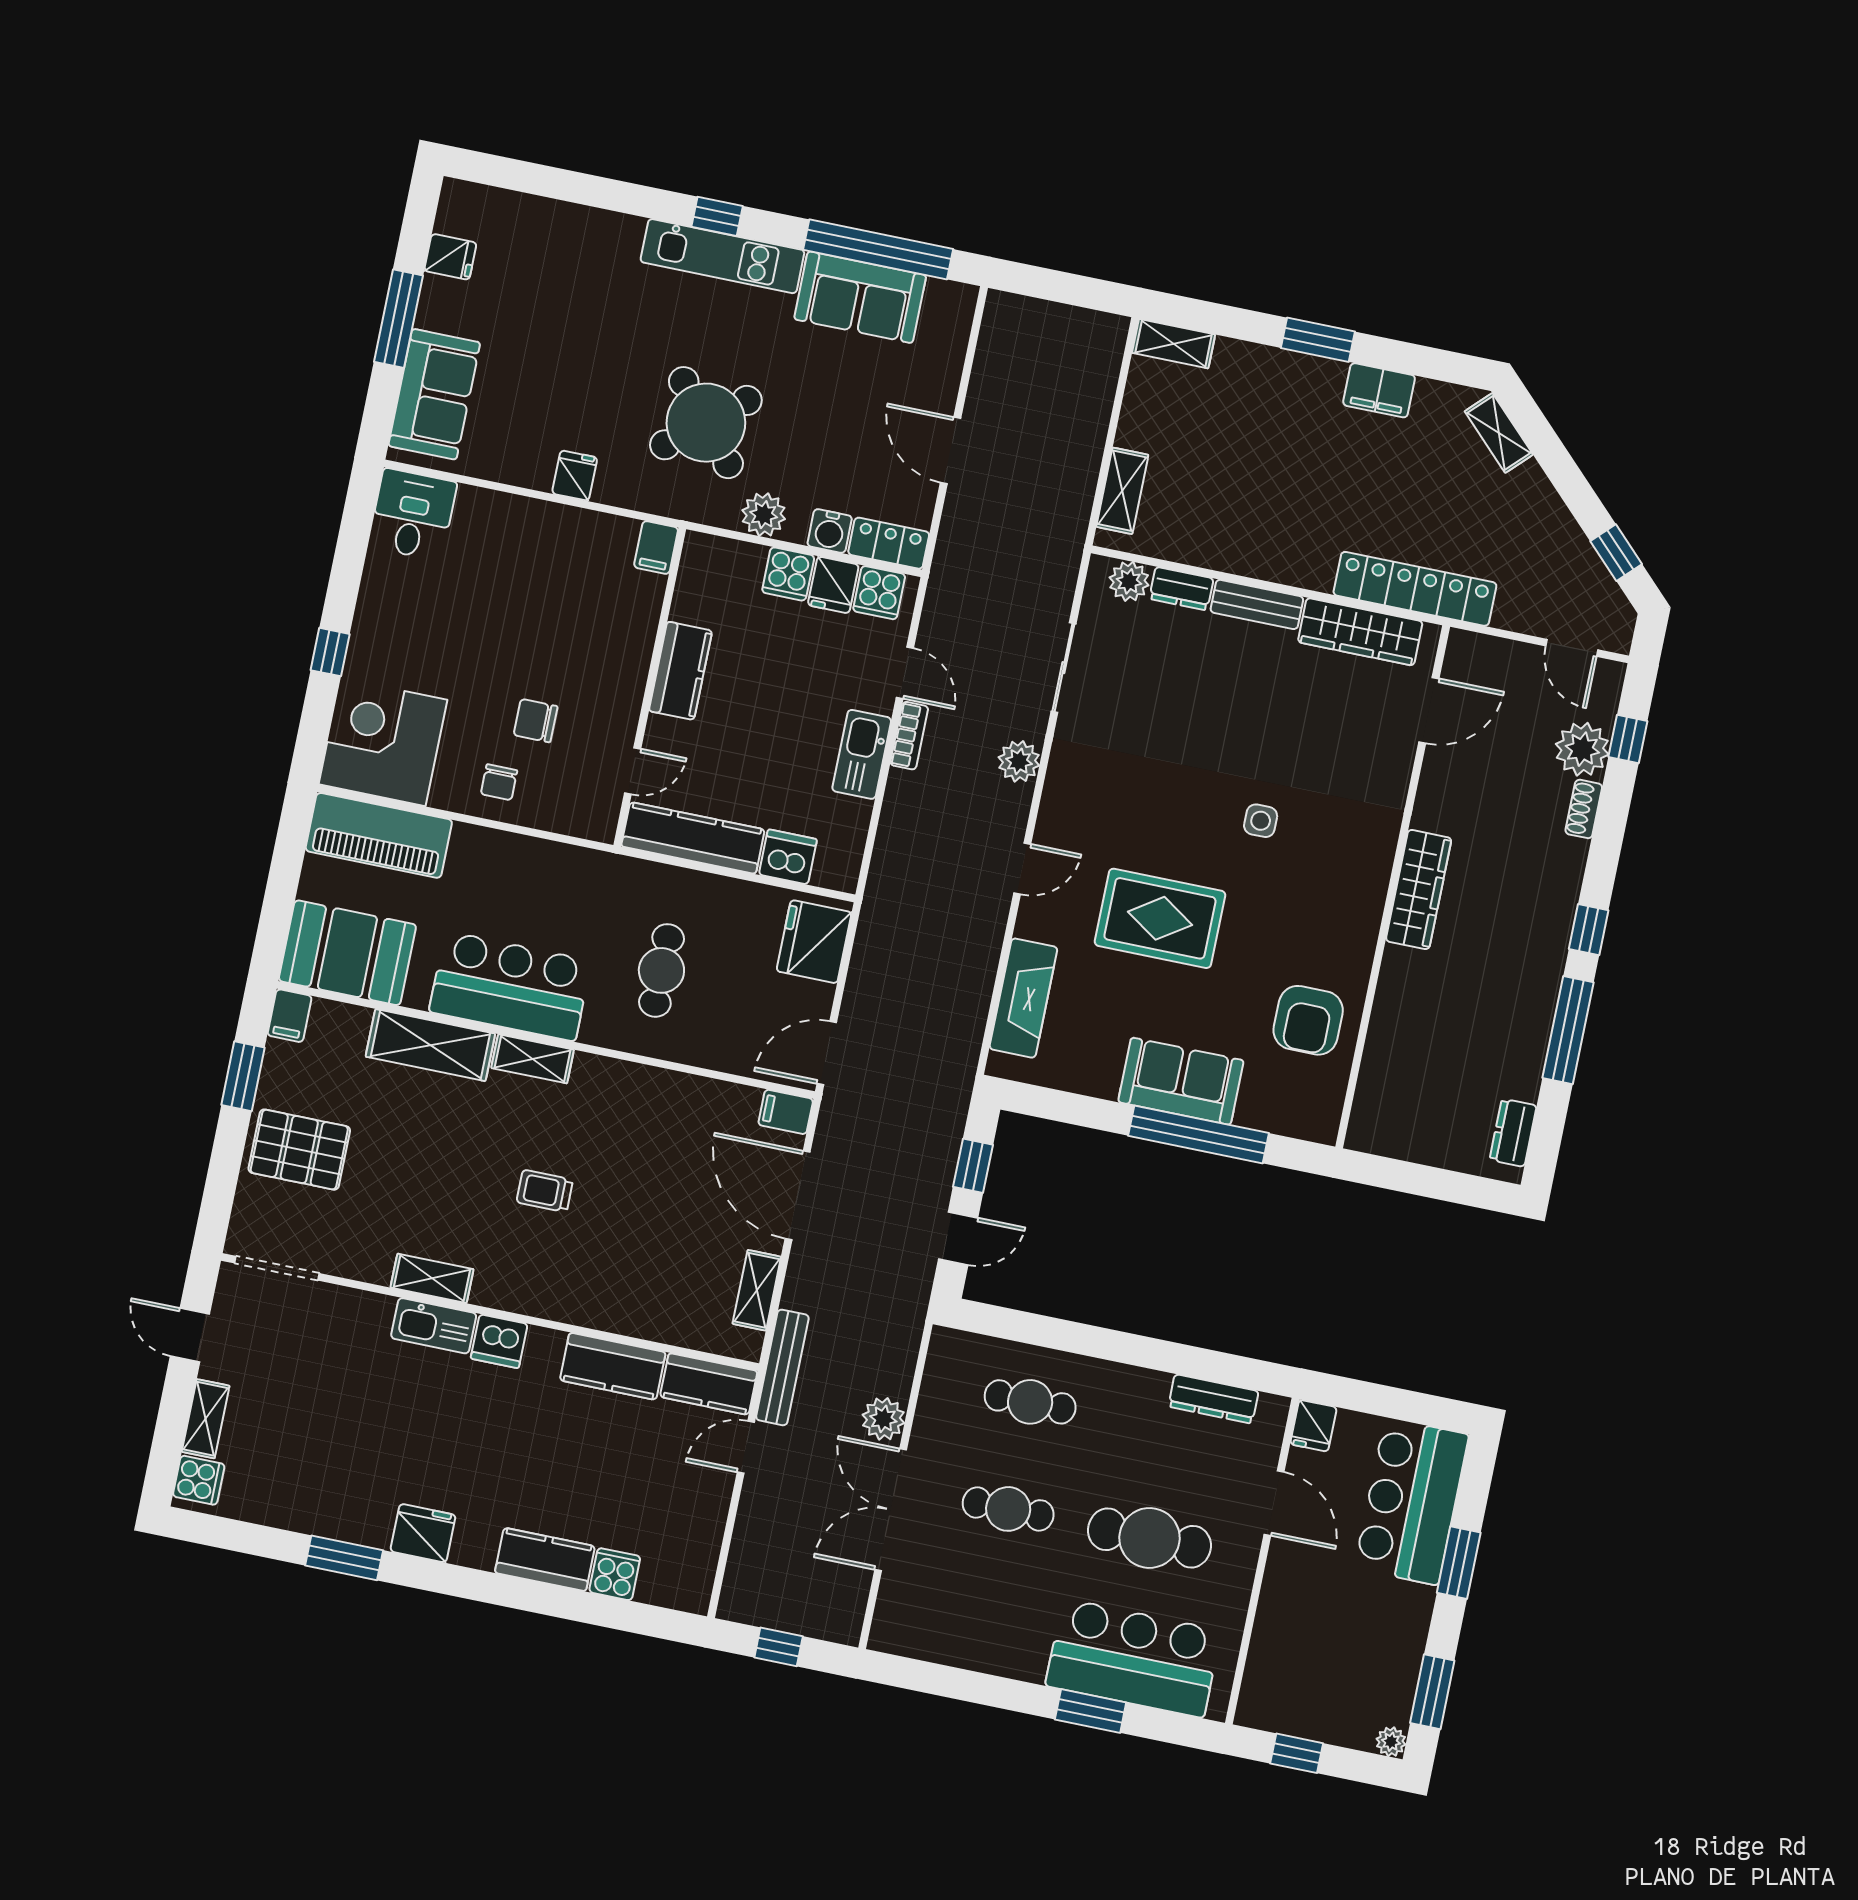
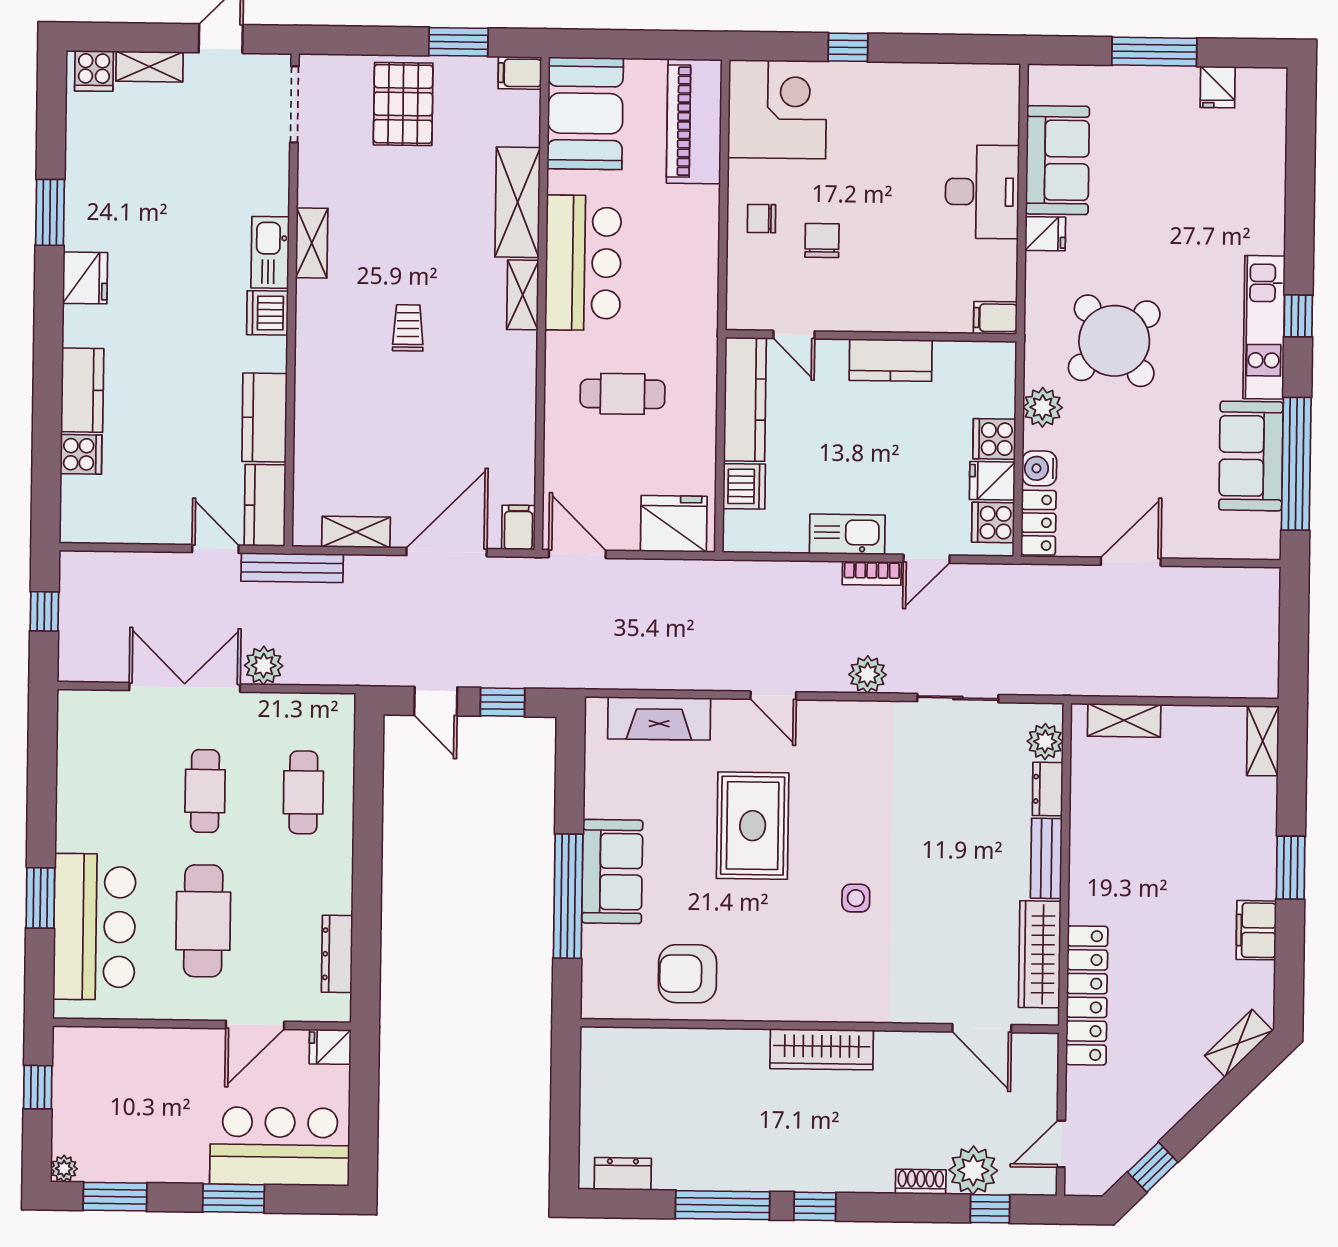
sofa: (434, 394) -> (1057, 160), moved, turned -90
desk: (413, 514) -> (982, 192), moved, width x1.37

